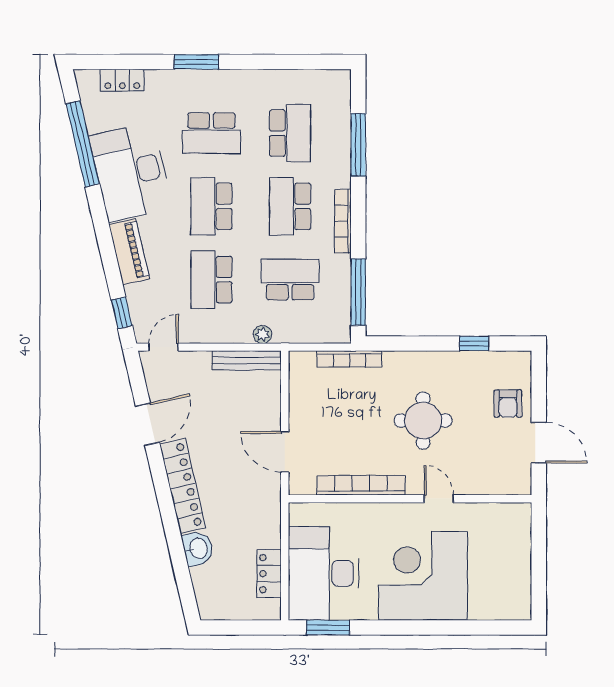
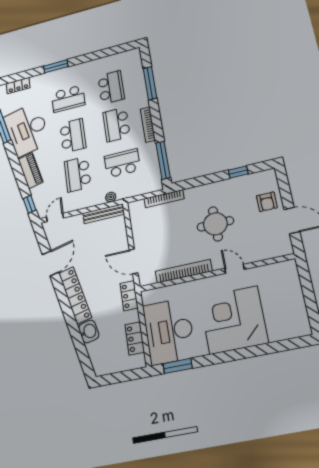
school desk: (211, 206) -> (73, 136), turned 180
locker: (270, 505) -> (129, 296), added

